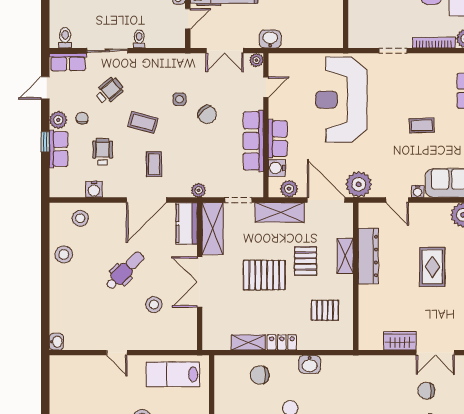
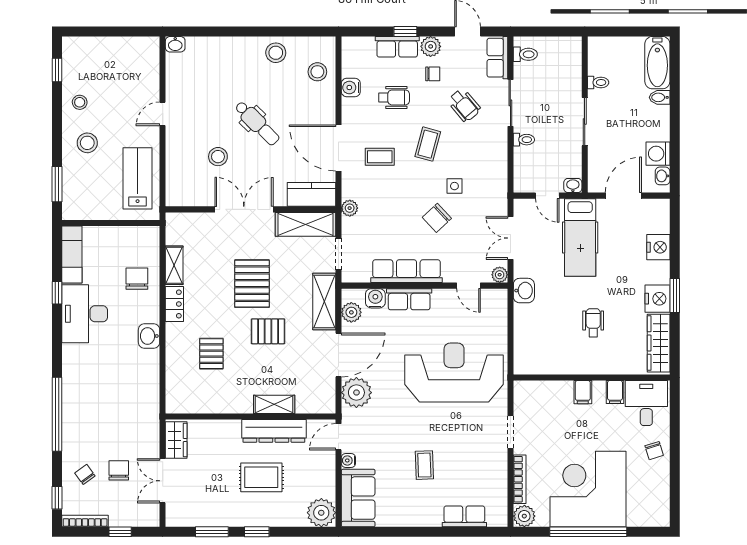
shelving: (345, 256) -> (274, 404), moved
dresser: (368, 256) -> (274, 431), moved
wall: (356, 276) -> (250, 417), moved

